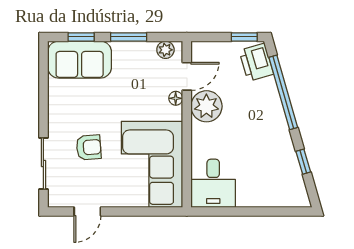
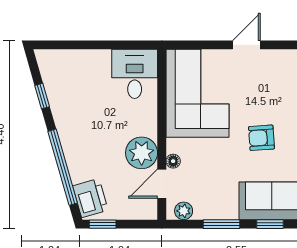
armchair: (89, 147) -> (261, 138), moved
door: (87, 211) -> (246, 45), moved

